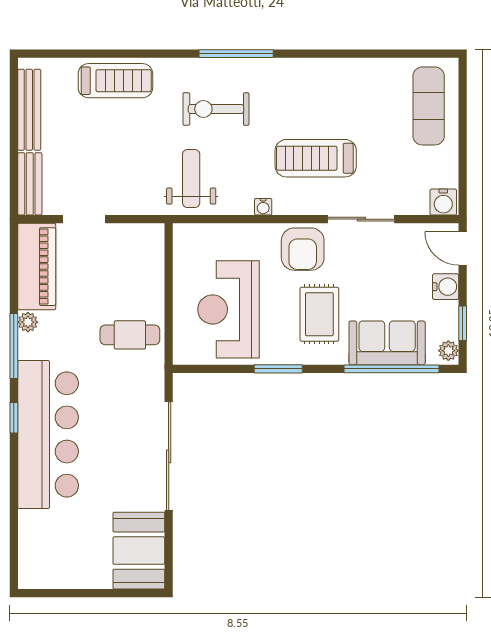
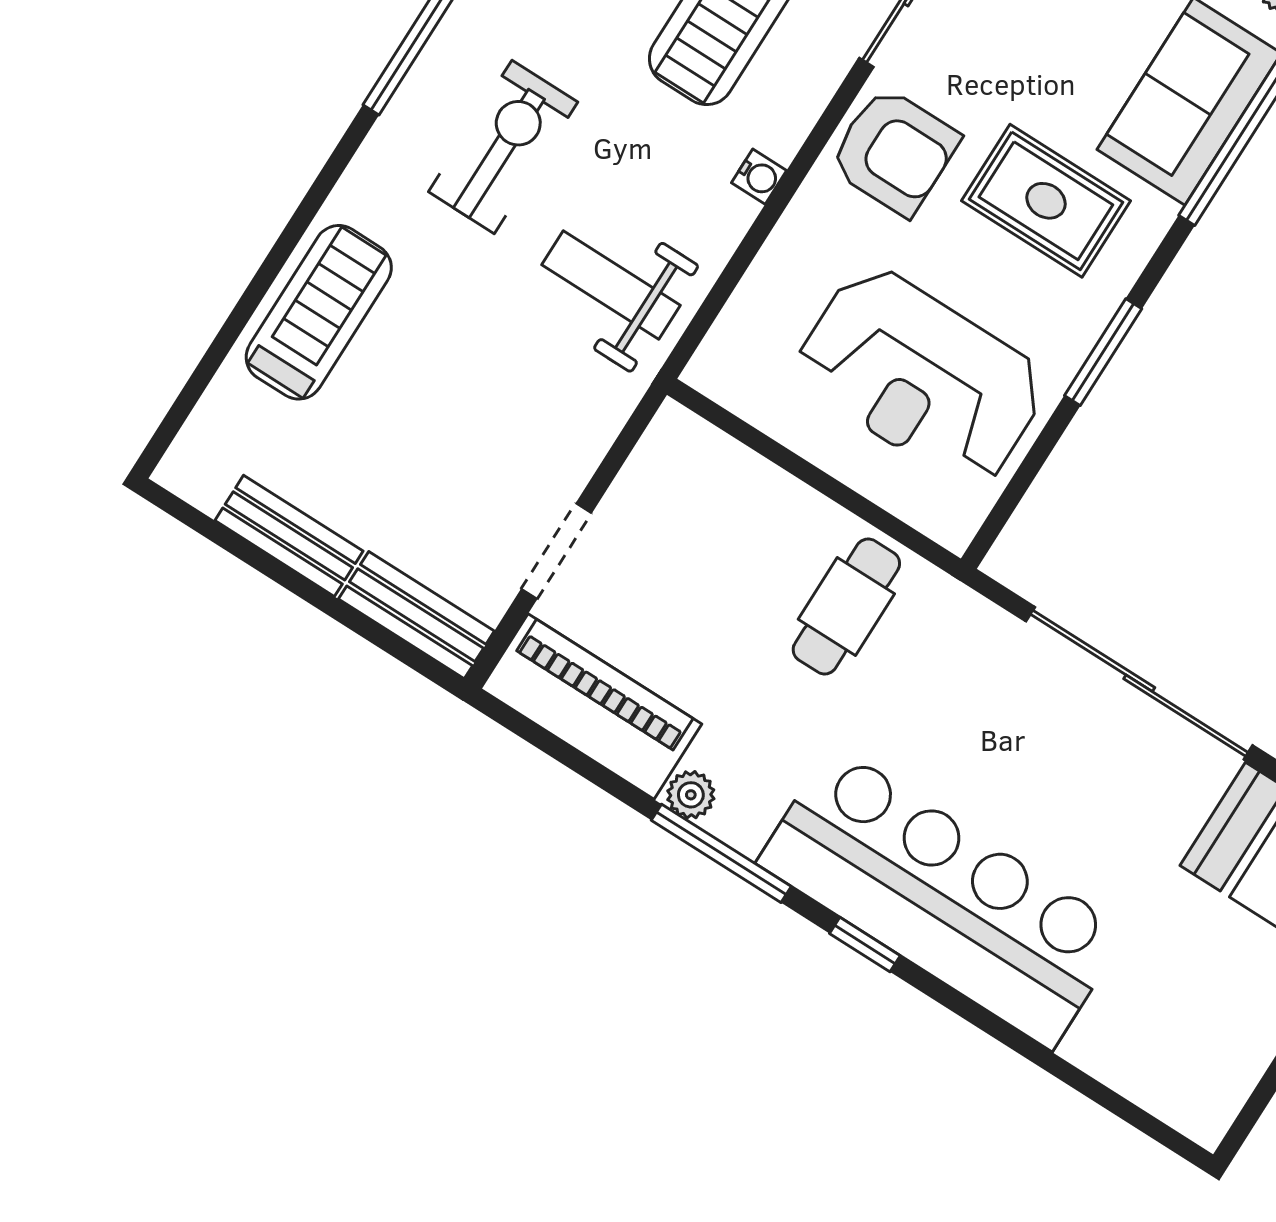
exercise bike: (216, 109) -> (503, 147), turned 180
bench: (29, 110) -> (289, 536), width x0.73

